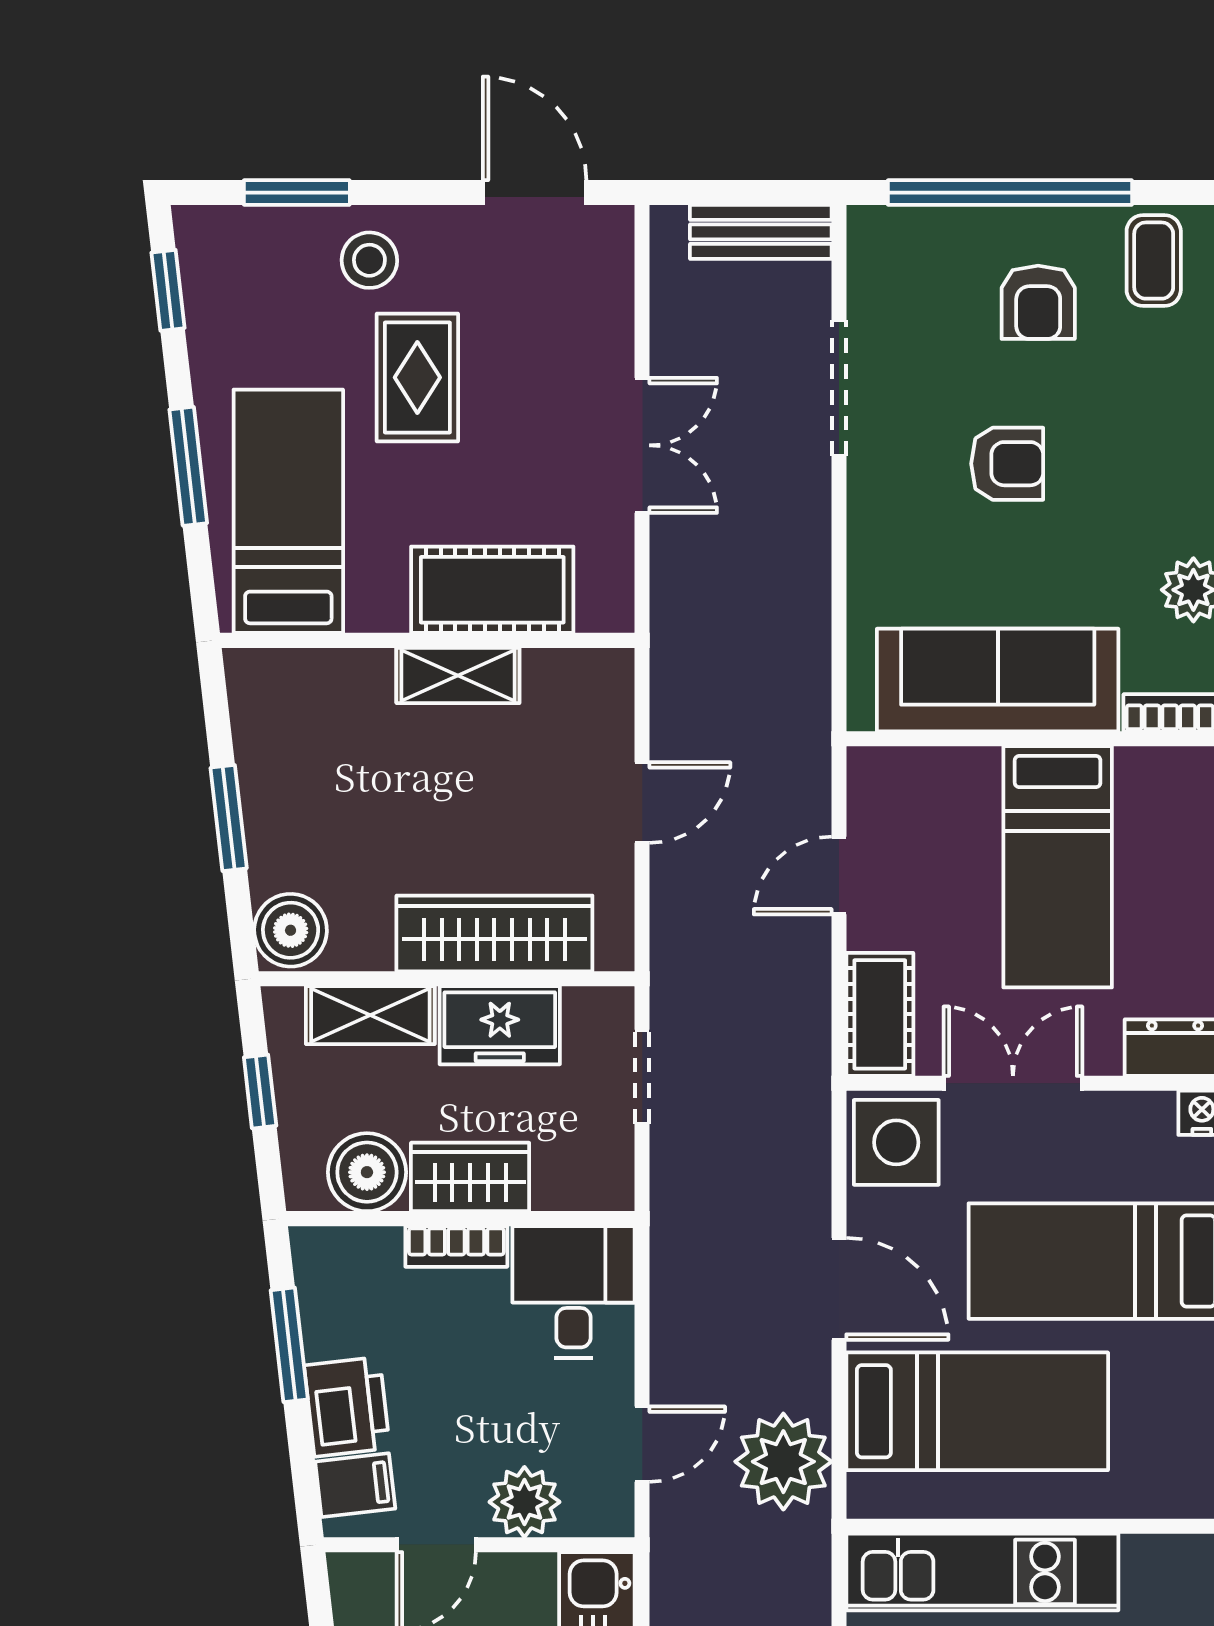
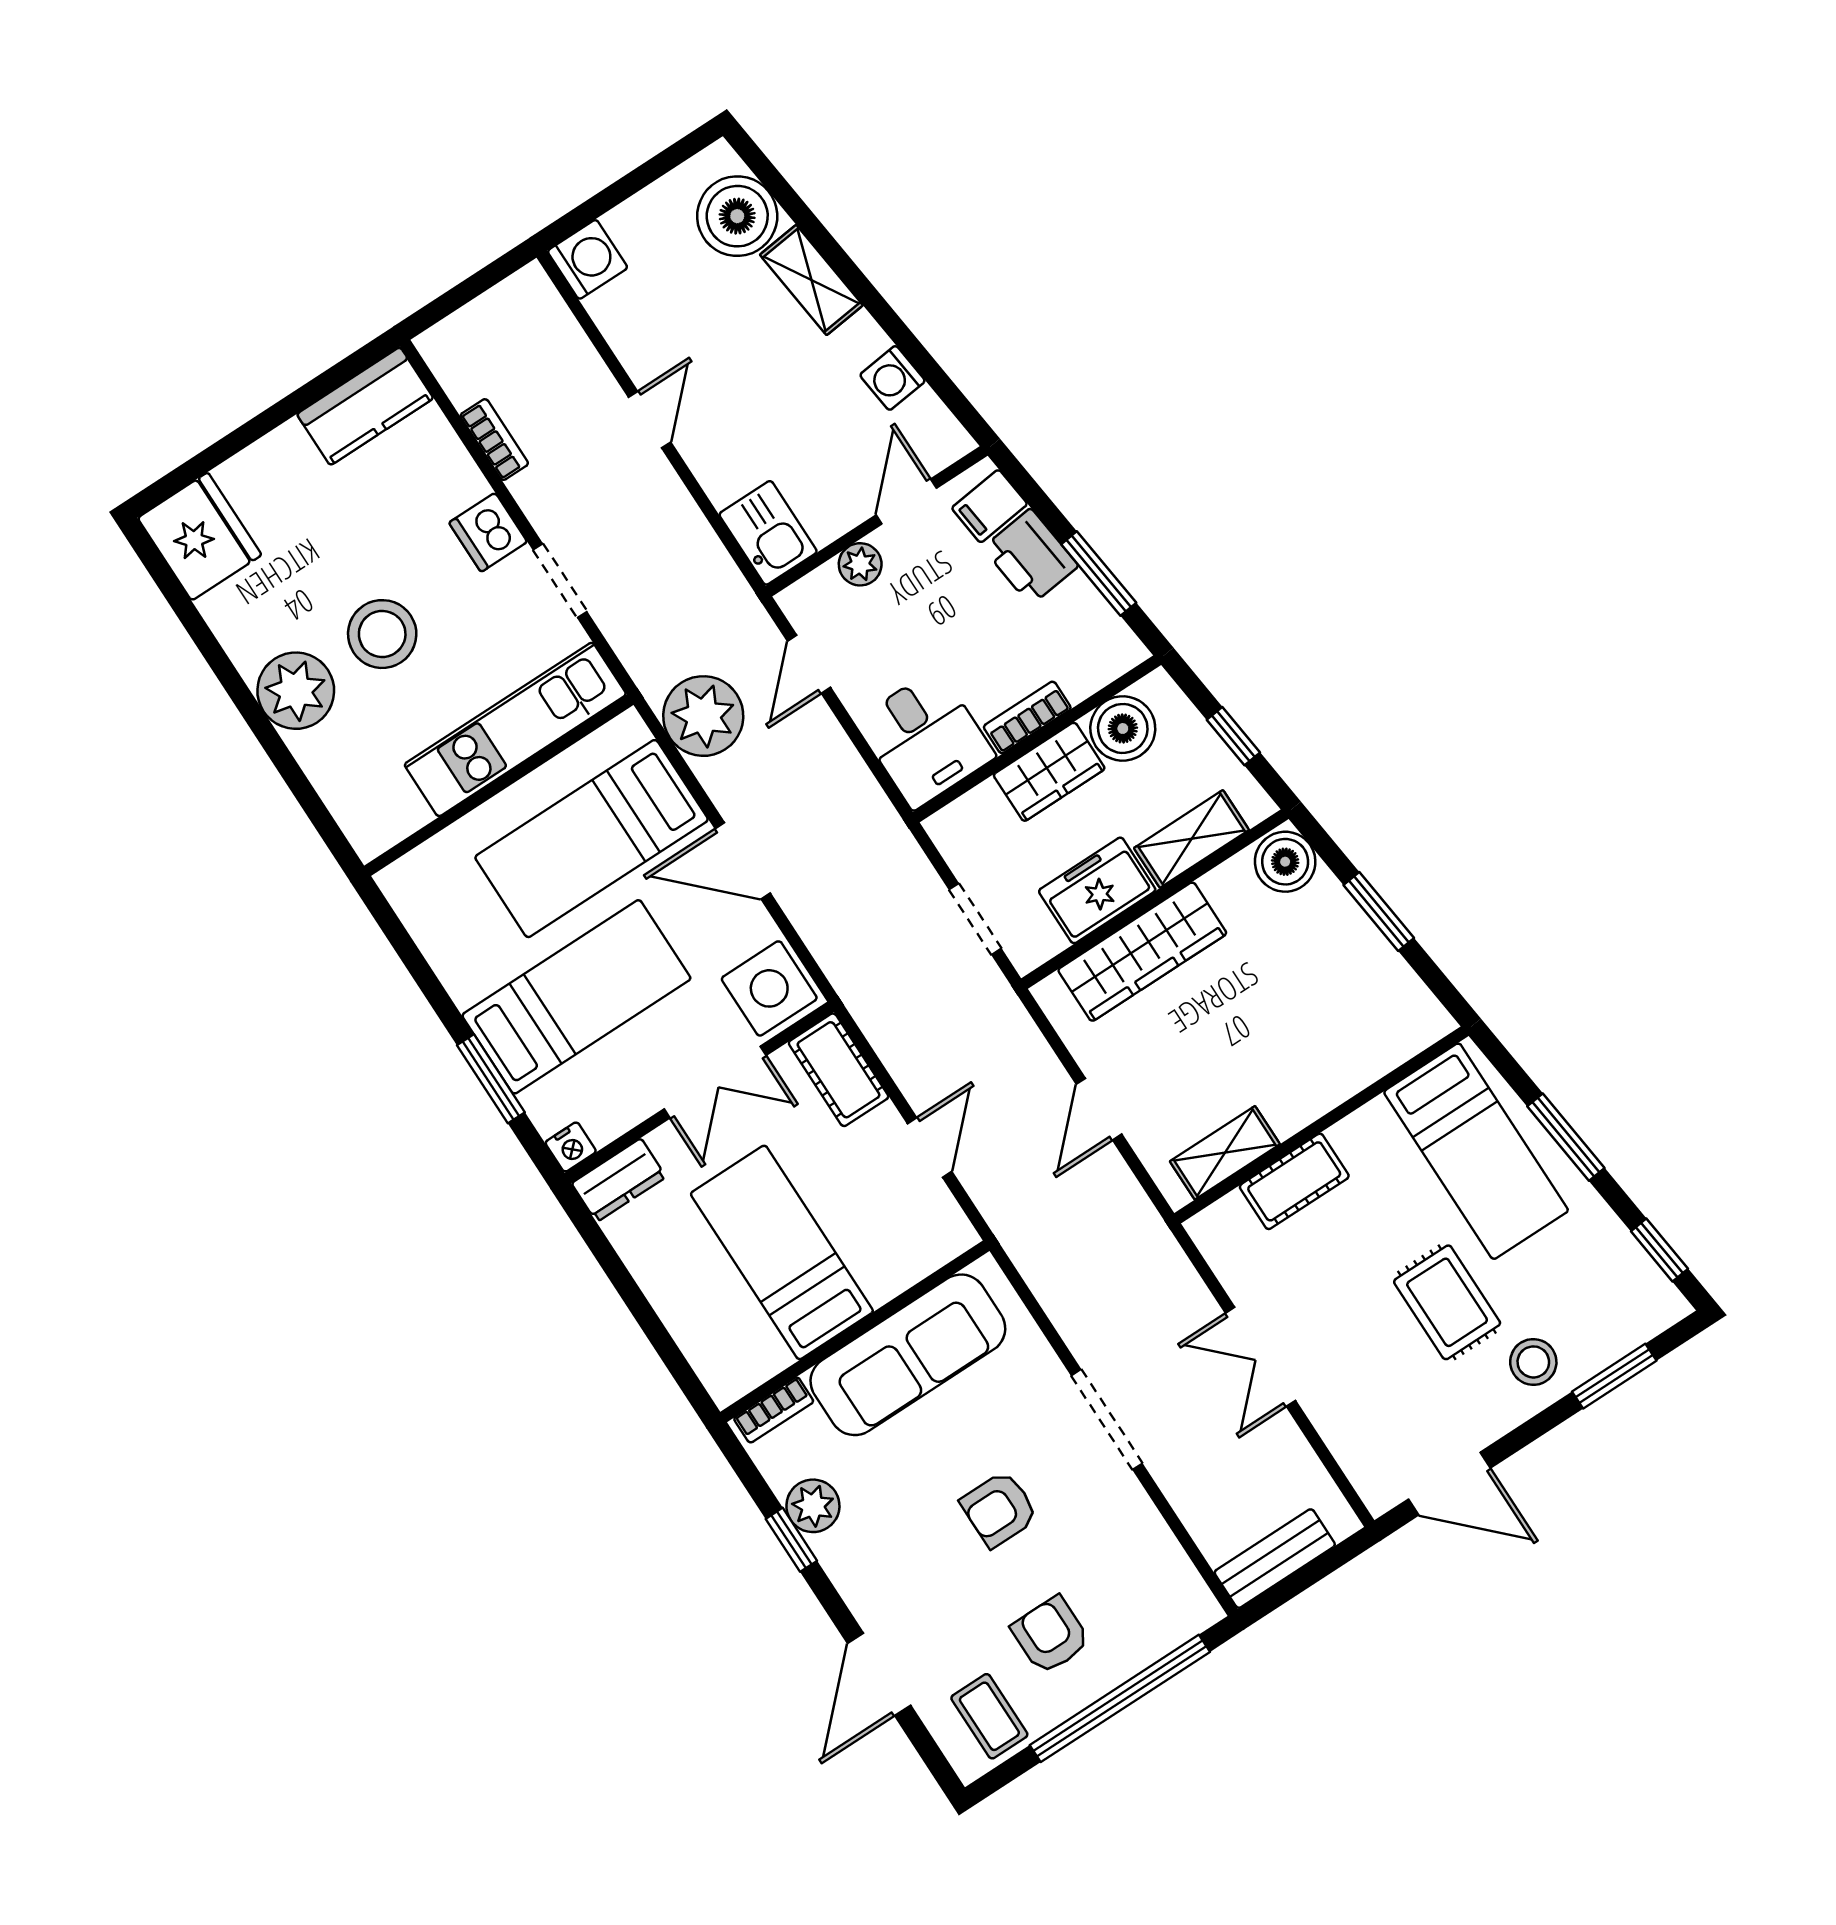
doorway: (839, 388) -> (1107, 1419), moved
cot: (492, 590) -> (1294, 1181), width x0.73, depth x0.75
shelving: (458, 675) -> (1225, 1153), moved
plant: (524, 1502) -> (860, 564), width x0.73, depth x0.73

